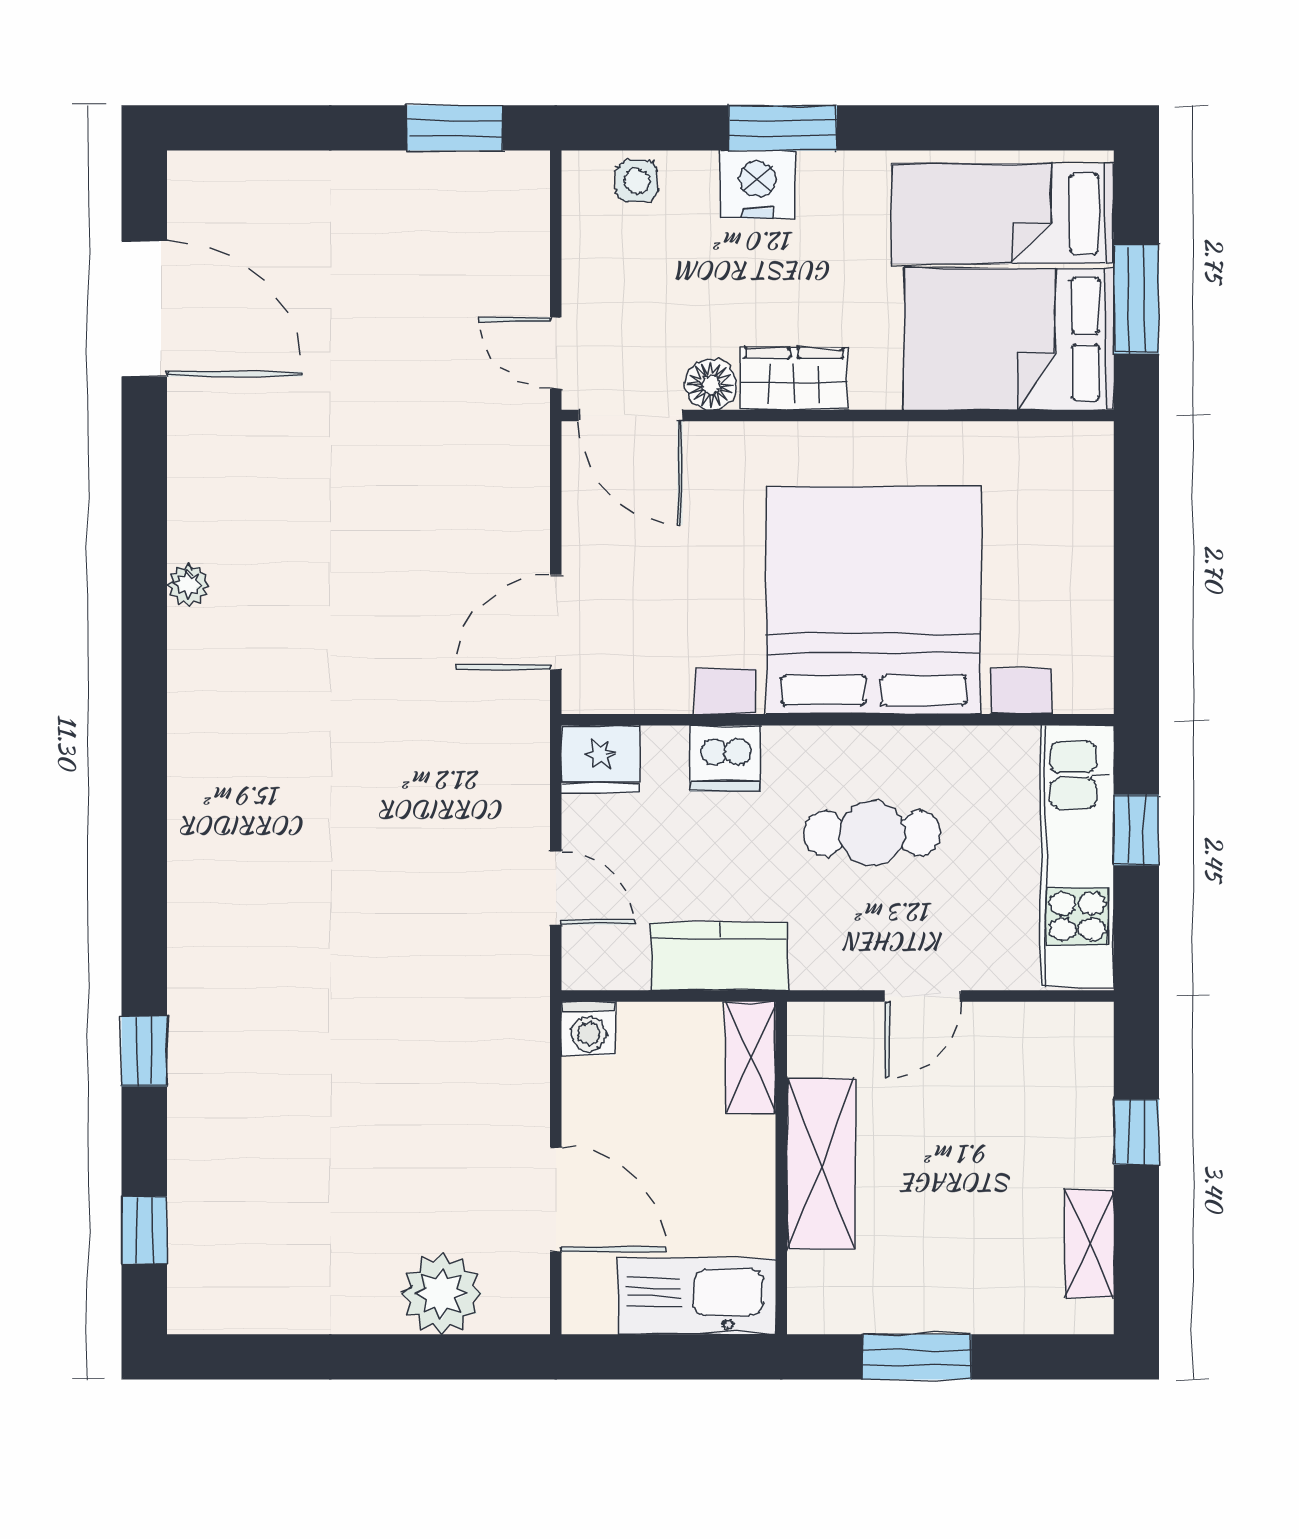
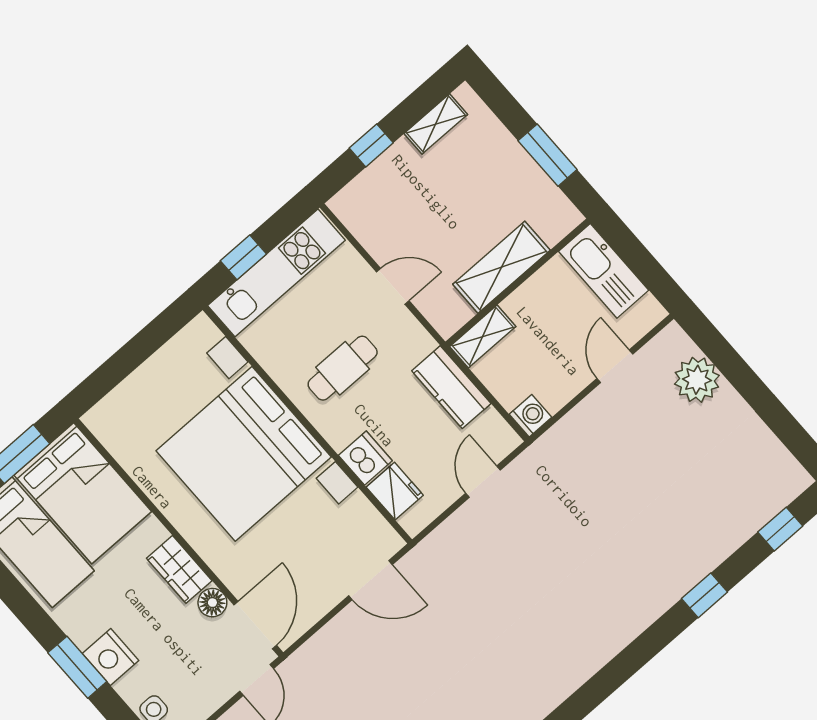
fridge: (600, 759) -> (395, 491), moved
cafe table: (872, 833) -> (343, 368), turned 90
door: (556, 1200) -> (615, 366), width x0.73

